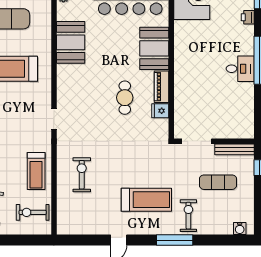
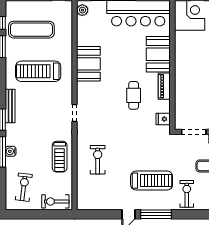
booth: (71, 42) -> (88, 64), moved
fridge: (160, 111) -> (163, 119), moved
exercise bike: (33, 212) -> (55, 201), moved
window: (175, 240) -> (156, 214), moved

